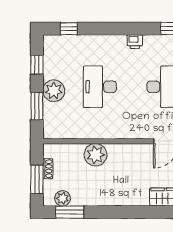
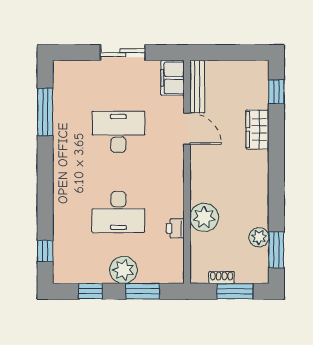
printer: (135, 42) -> (175, 228), moved, turned 180
plant: (62, 198) -> (259, 237), moved

